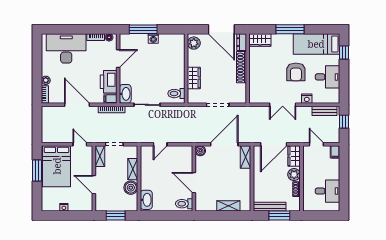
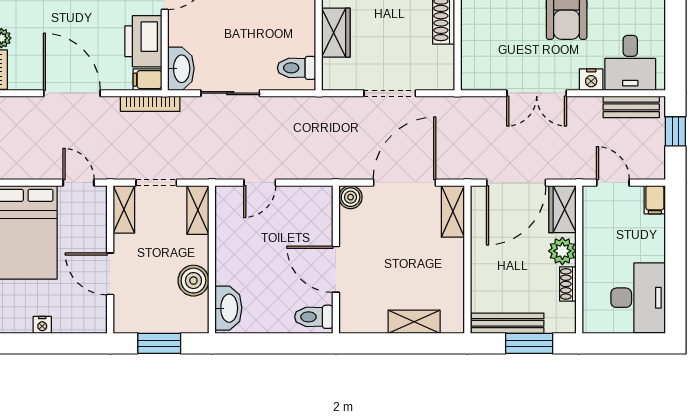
desk: (328, 77) -> (630, 63), moved, turned 90
shelving: (133, 169) -> (198, 210), moved
desk: (328, 191) -> (638, 298), width x1.37

